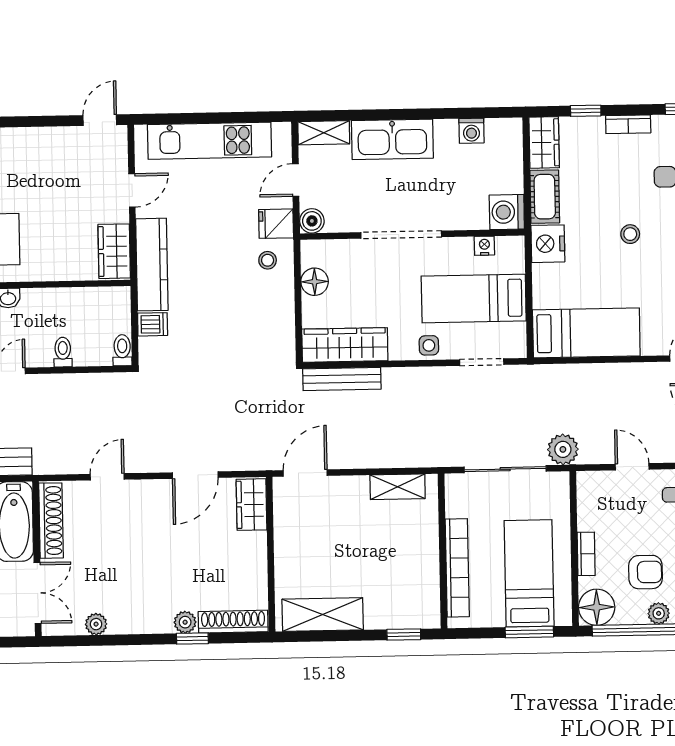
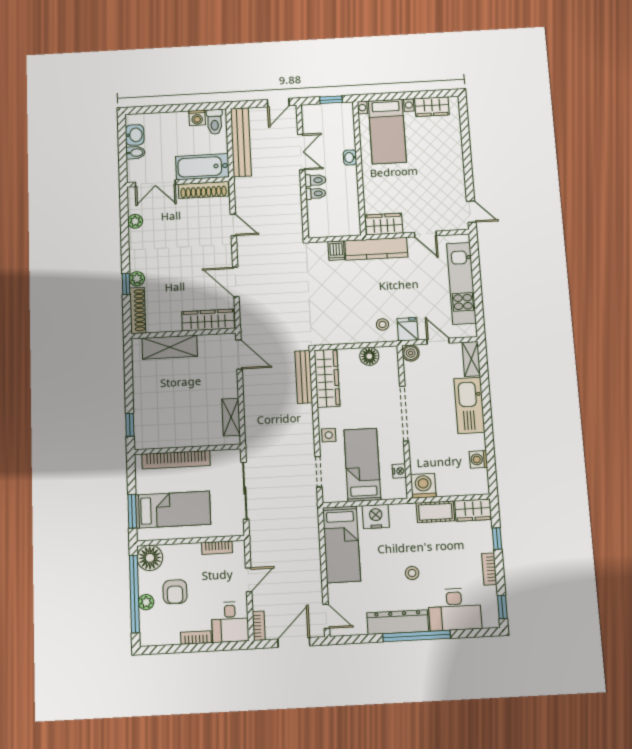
nightstand: (548, 244) -> (376, 516), moved
toilet: (122, 350) -> (315, 180), moved
plant: (563, 449) -> (260, 530), removed
wardrobe: (252, 505) -> (208, 320), width x1.50
bookcase: (586, 554) -> (217, 548), moved
shelving: (323, 615) -> (170, 347), moved, turned 90

